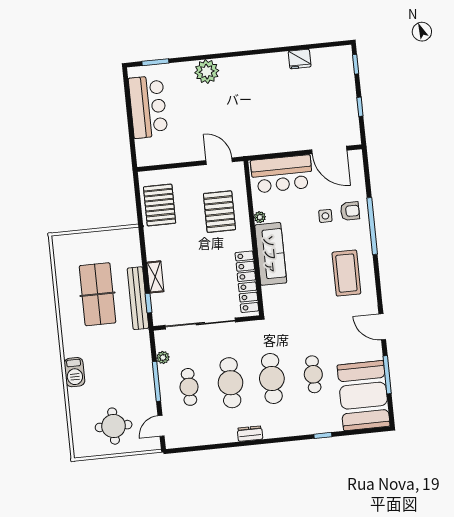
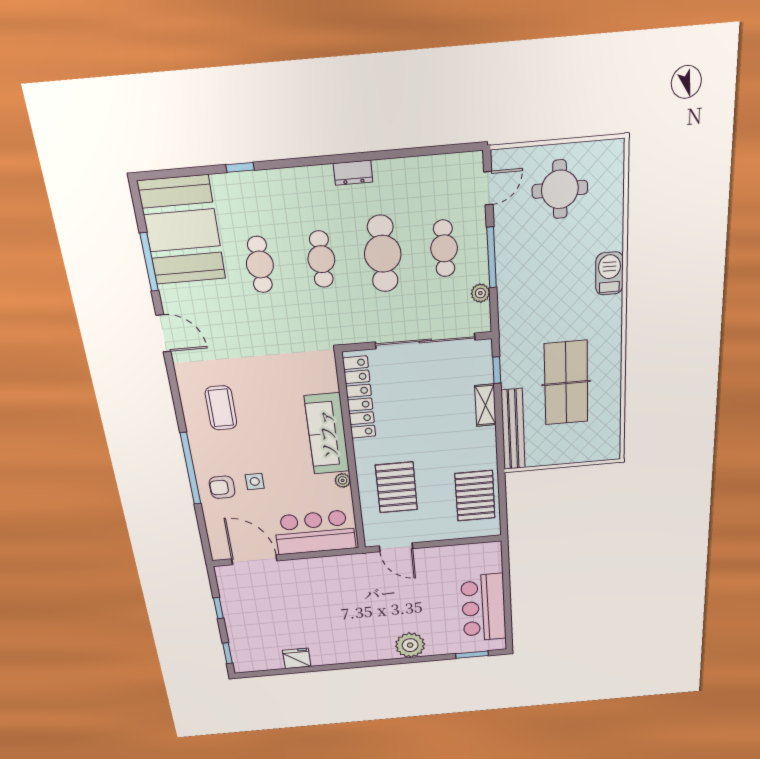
coffee table: (346, 273) -> (221, 408), width x0.73, depth x0.76
bench: (138, 298) -> (513, 429), moved
cafe table: (272, 378) -> (321, 259), width x0.73, depth x0.74

